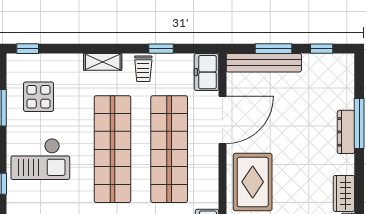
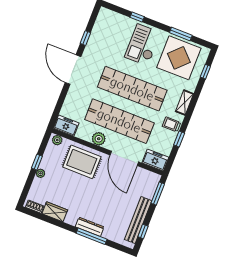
window: (28, 49) -> (205, 72), moved
window: (273, 49) -> (158, 194), moved
bench: (264, 63) -> (138, 220), moved
display table: (39, 97) -> (179, 58), width x1.86, depth x1.86
plant: (208, 170) -> (99, 139), added

